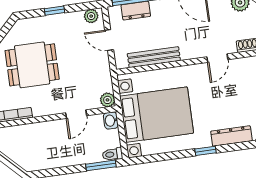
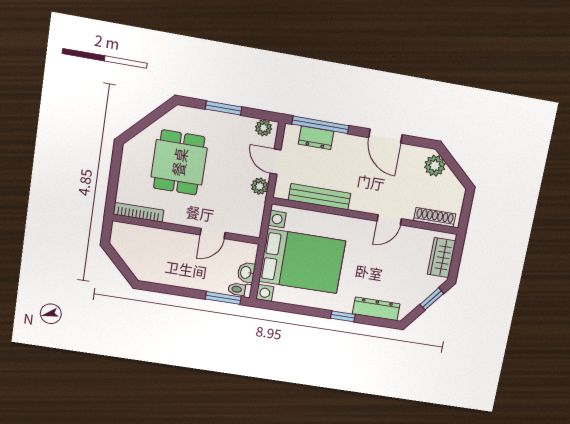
window: (55, 11) -> (223, 108), width x1.50
dining table: (32, 65) -> (179, 162), turned 90
plant: (108, 100) -> (260, 186), moved
washbasin: (111, 120) -> (246, 272), moved

